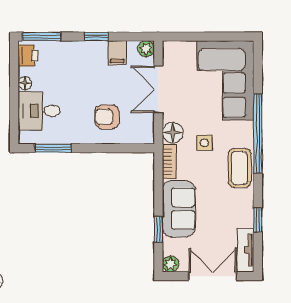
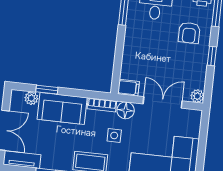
filing cabinet: (117, 53) -> (129, 88), moved, turned 180
armchair: (107, 117) -> (189, 33), moved, turned 180
plant: (171, 264) -> (31, 98), moved

